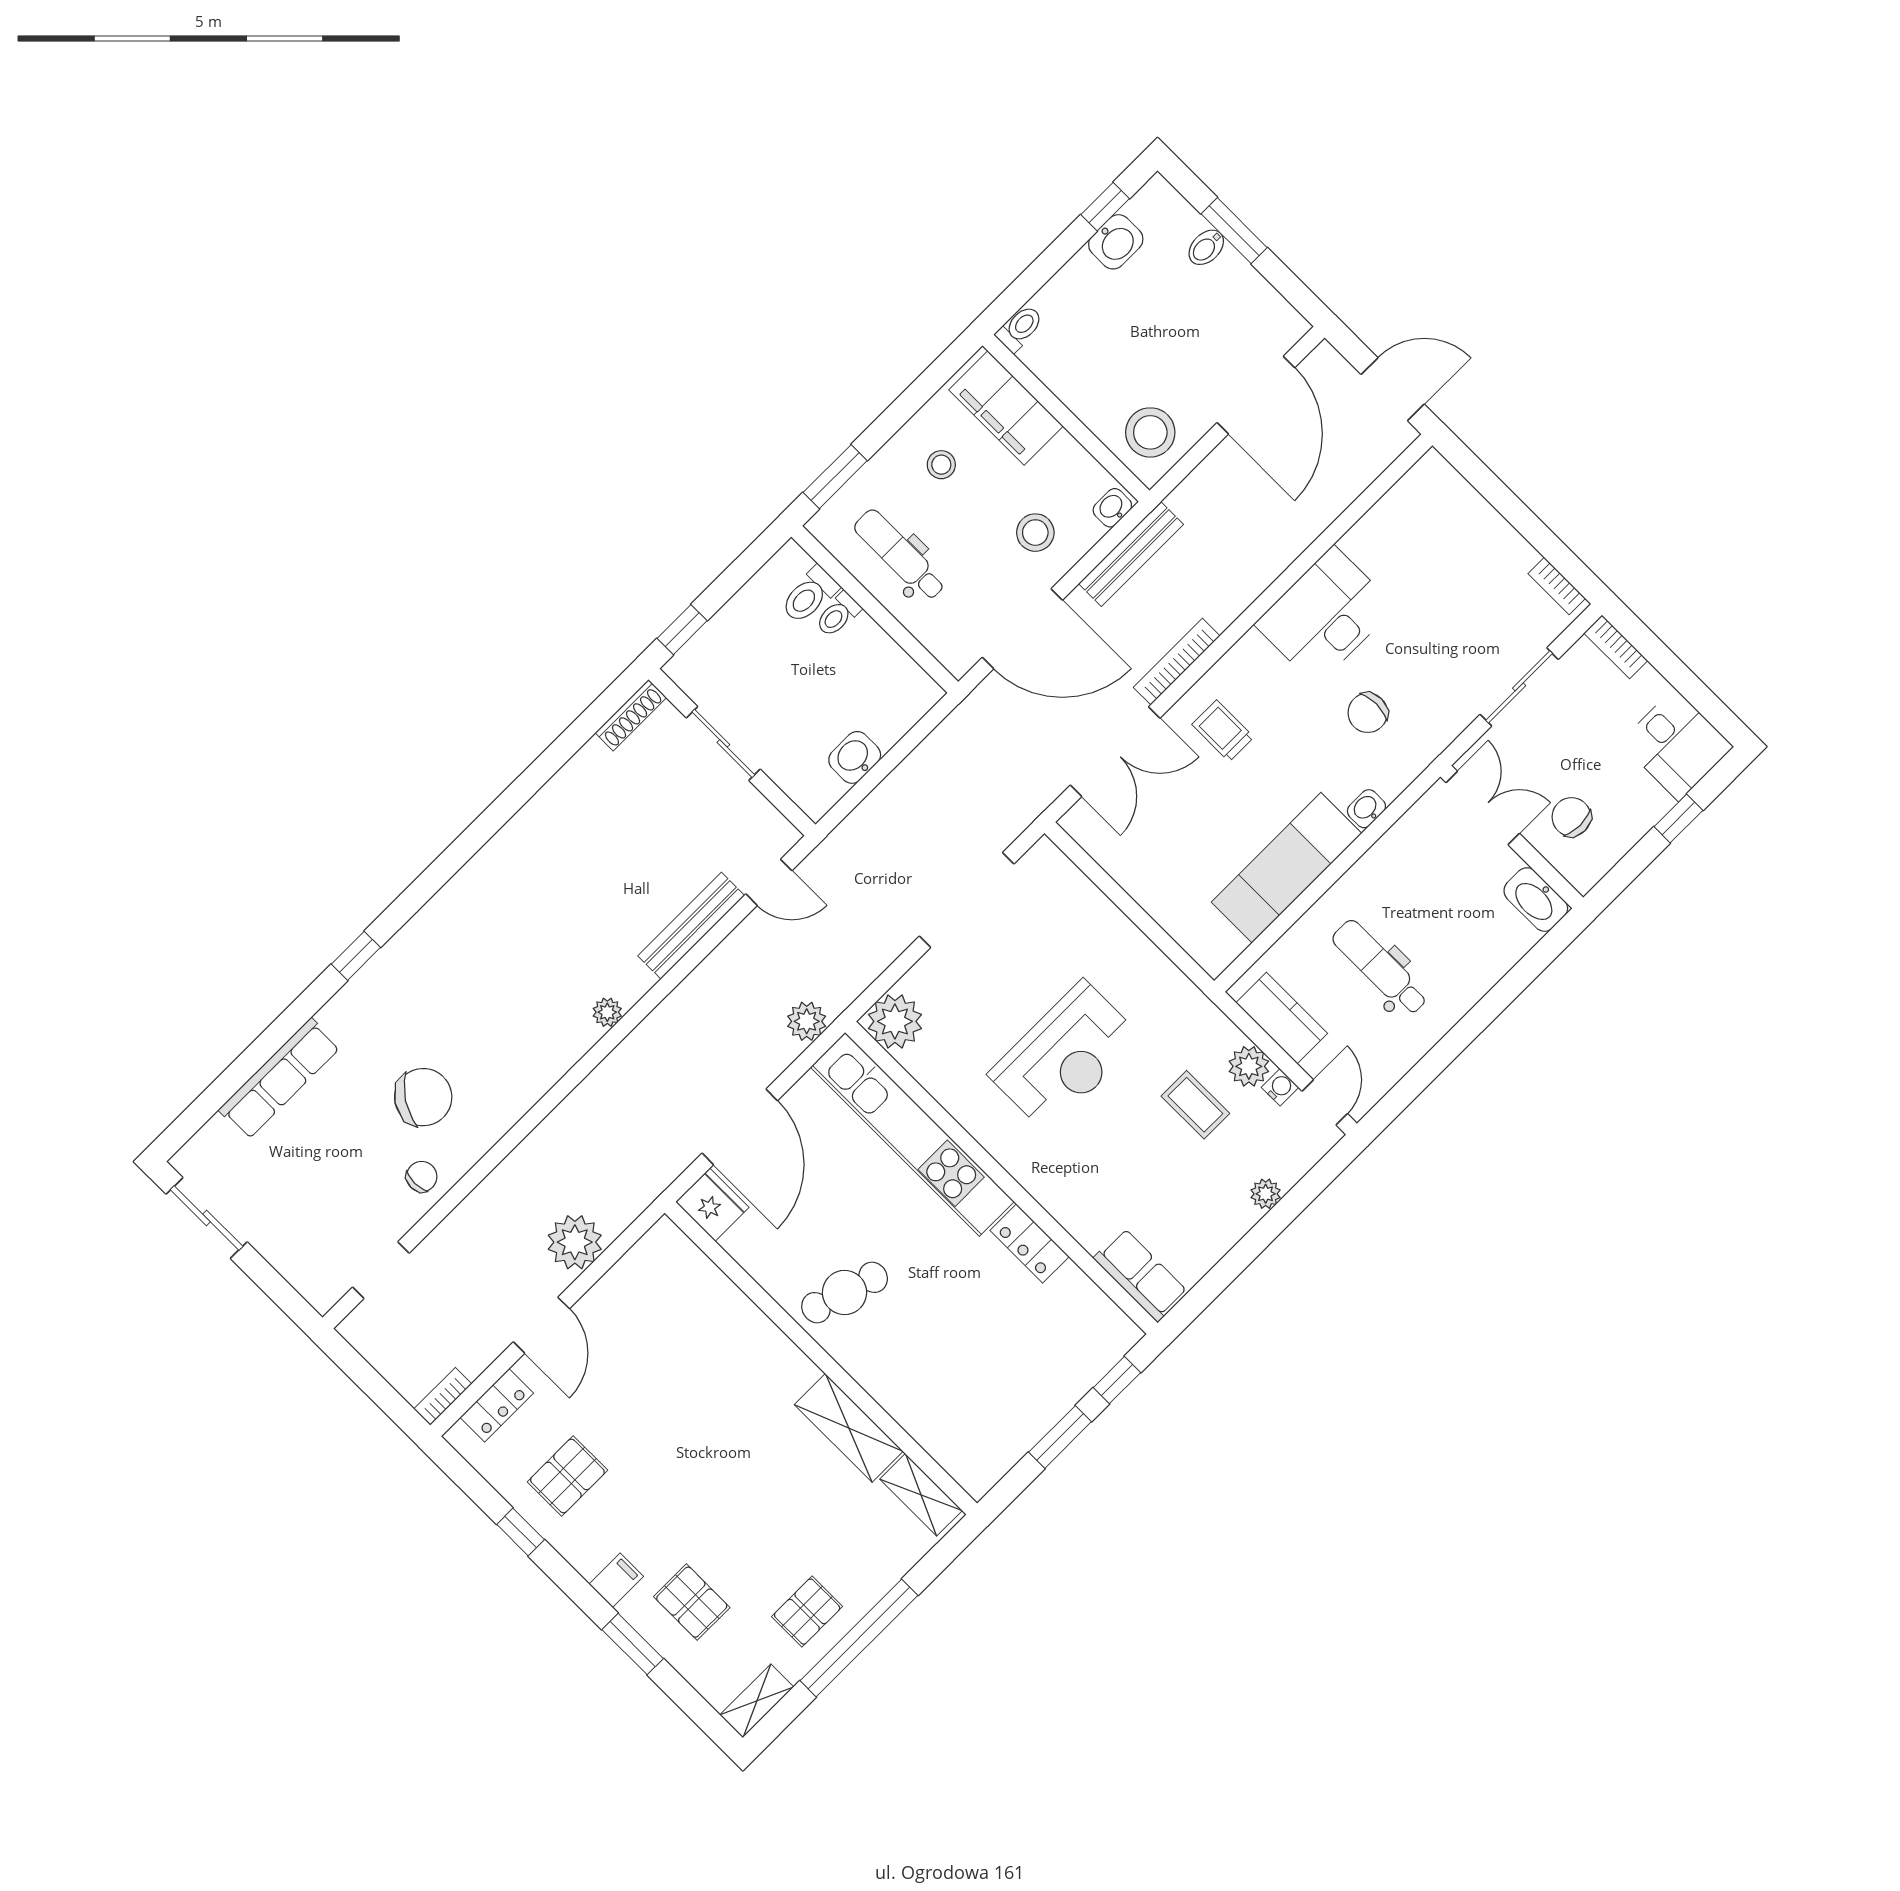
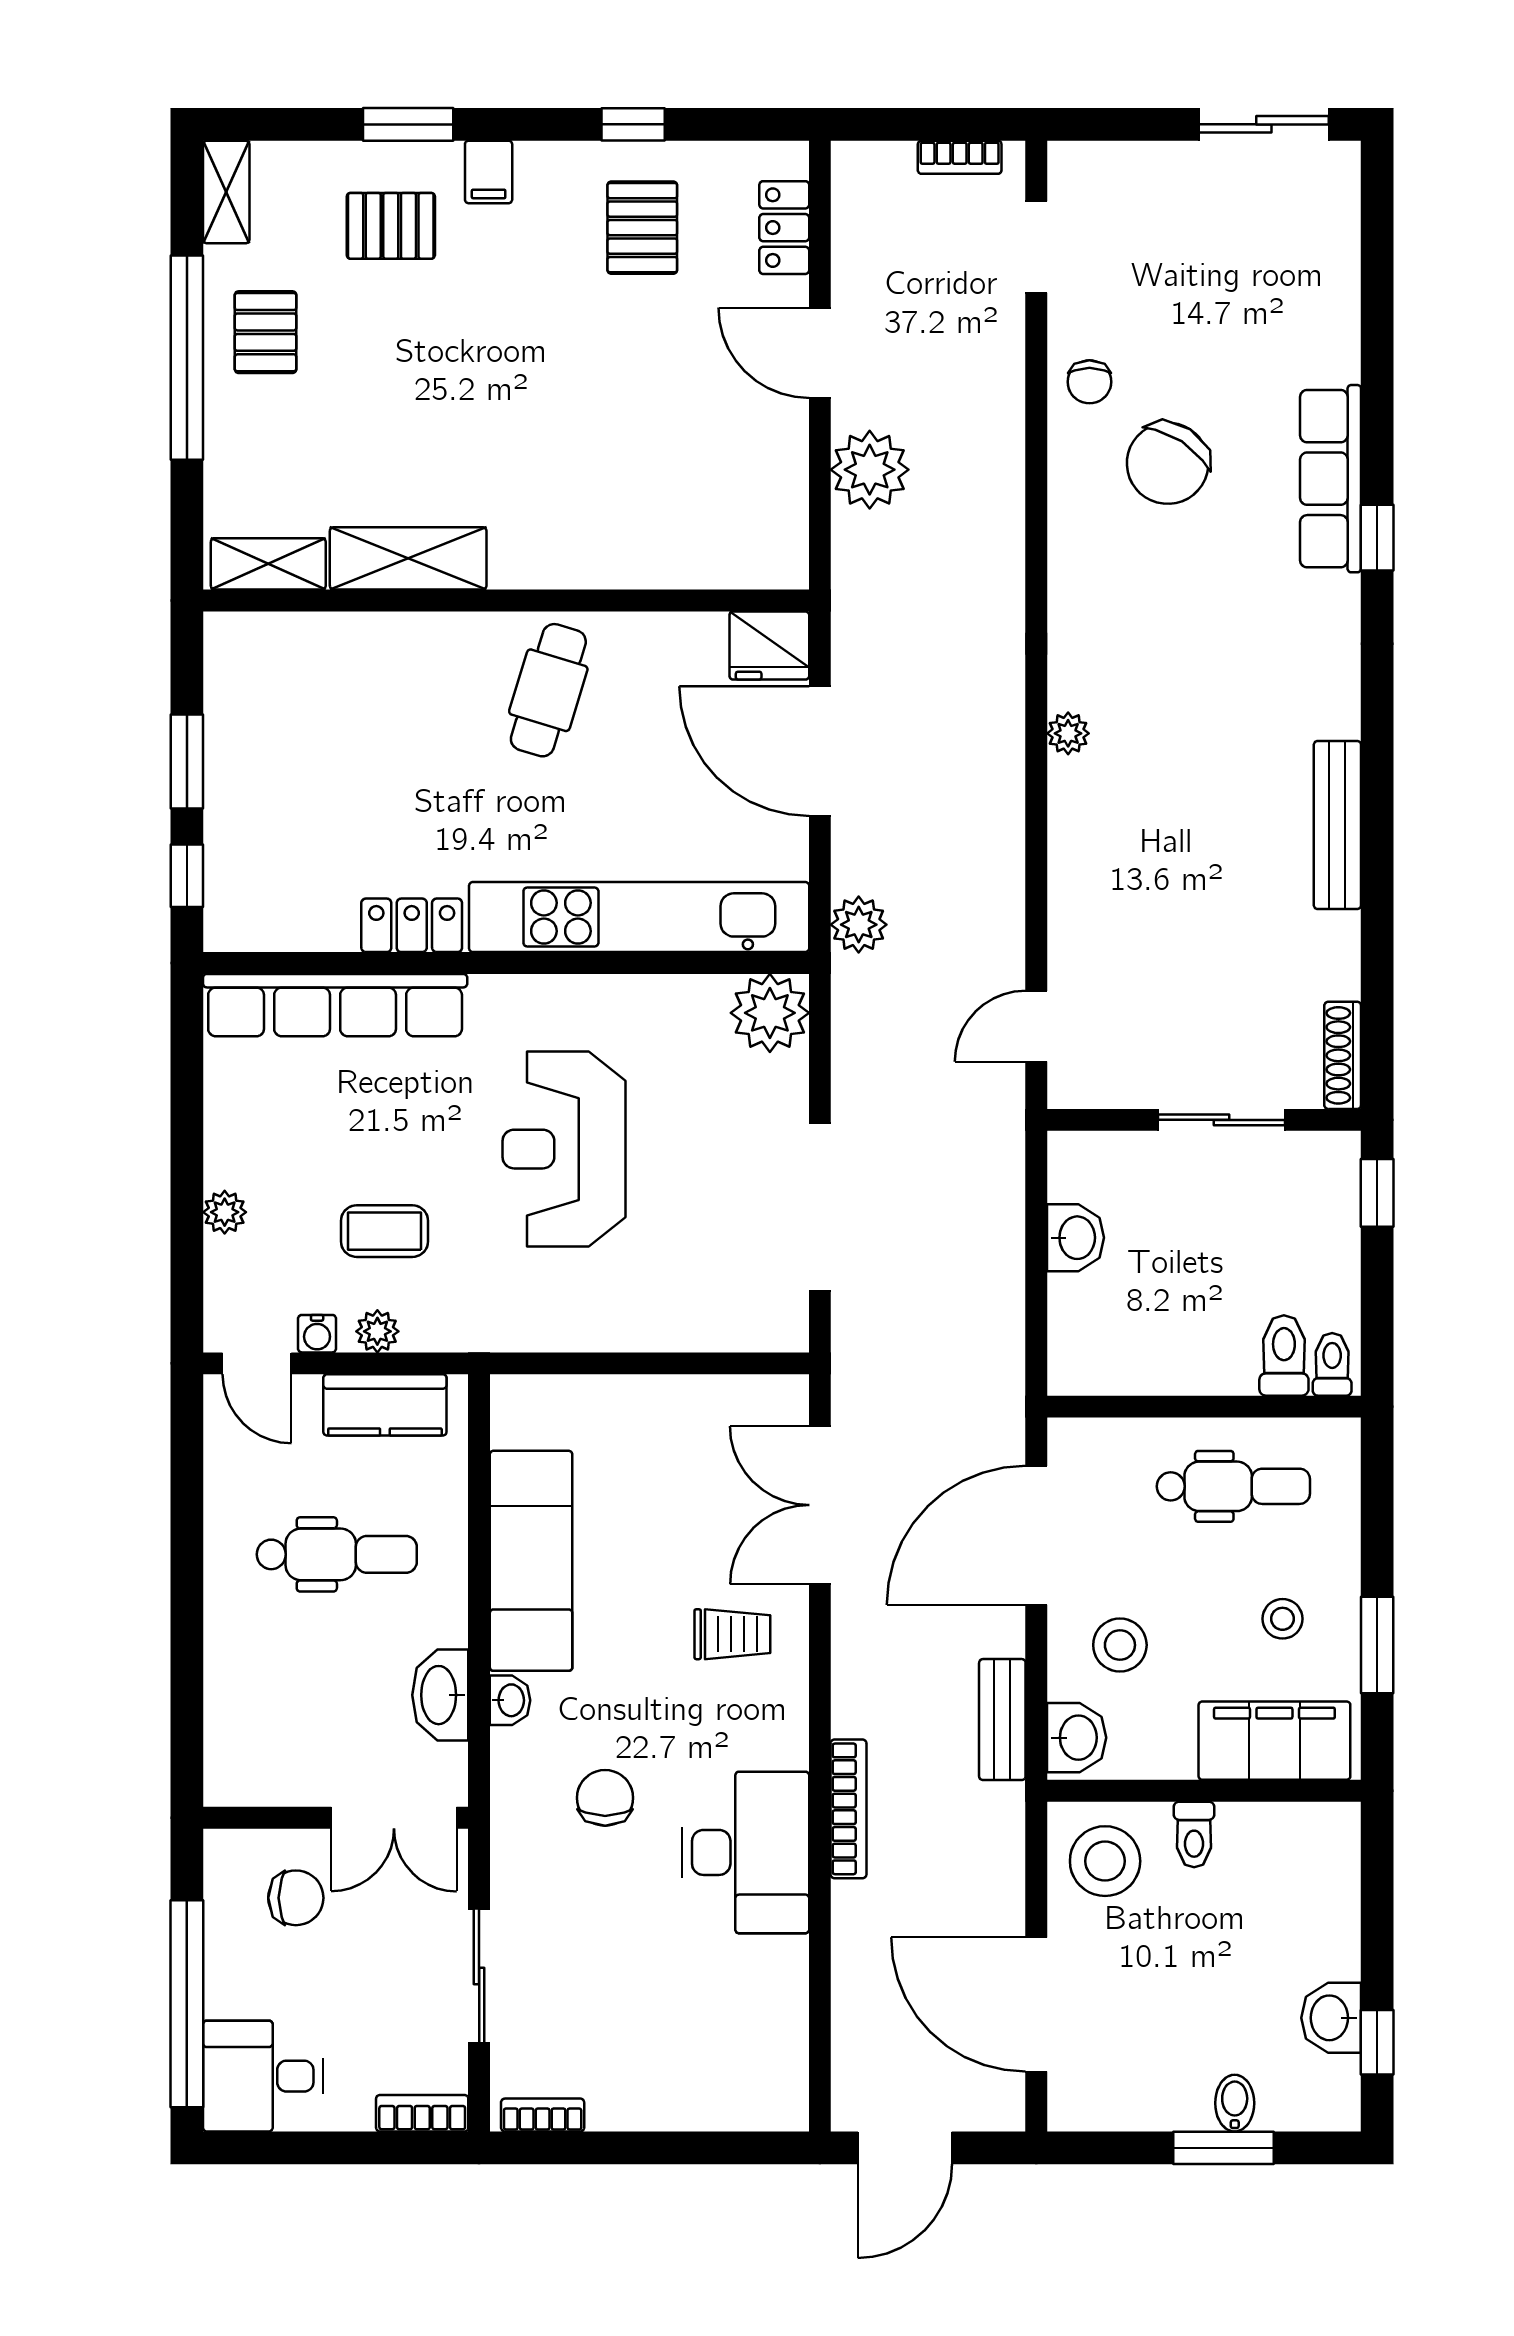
toilet: (1020, 328) -> (1194, 1835), moved
window: (835, 477) -> (1377, 1645), moved
washbasin: (1112, 508) -> (1077, 1738), width x1.38, depth x1.45
bench: (1131, 554) -> (1002, 1720), width x0.73
toilet: (838, 615) -> (1332, 1364), moved
bookcase: (1177, 662) -> (848, 1809), moved
window: (1678, 818) -> (187, 2004), width x3.17
washbasin: (1536, 900) -> (440, 1695), moved, turned -90
bench: (691, 926) -> (1337, 825), moved
plant: (1249, 1066) -> (377, 1331), width x0.73, depth x0.73
row of seats: (279, 1079) -> (1331, 479), moved
row of seats: (1141, 1275) -> (335, 1005), width x2.02
bookcase: (443, 1396) -> (960, 157), moved, turned 90

